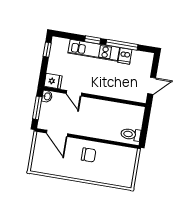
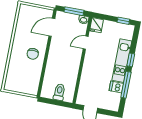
toilet: (131, 134) -> (59, 92), moved

